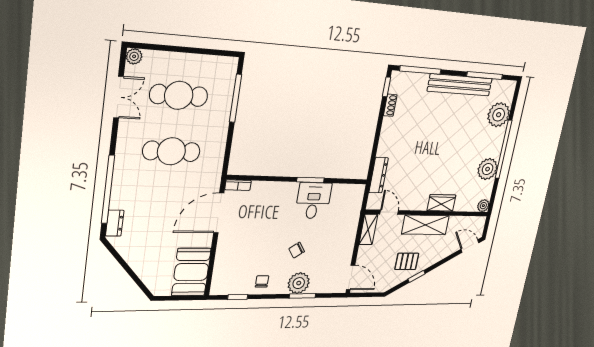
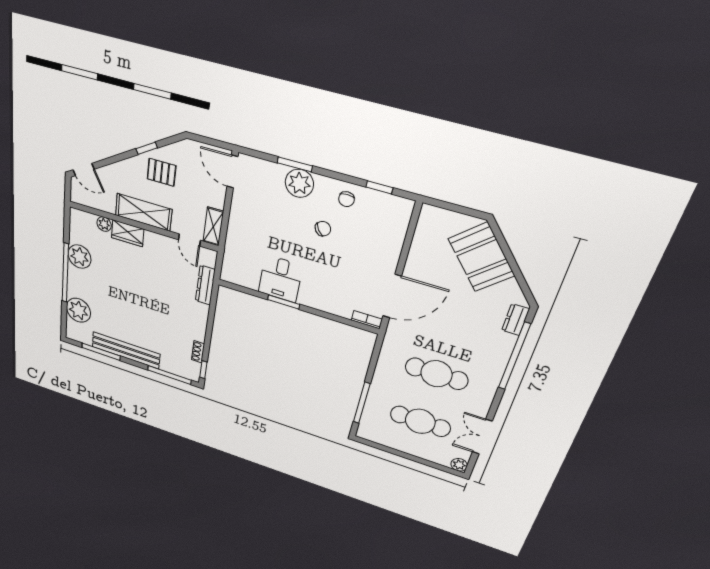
plant: (483, 206) -> (104, 224), moved
chair: (297, 250) -> (323, 229), moved
booth: (191, 272) -> (481, 257), moved, turned -42

